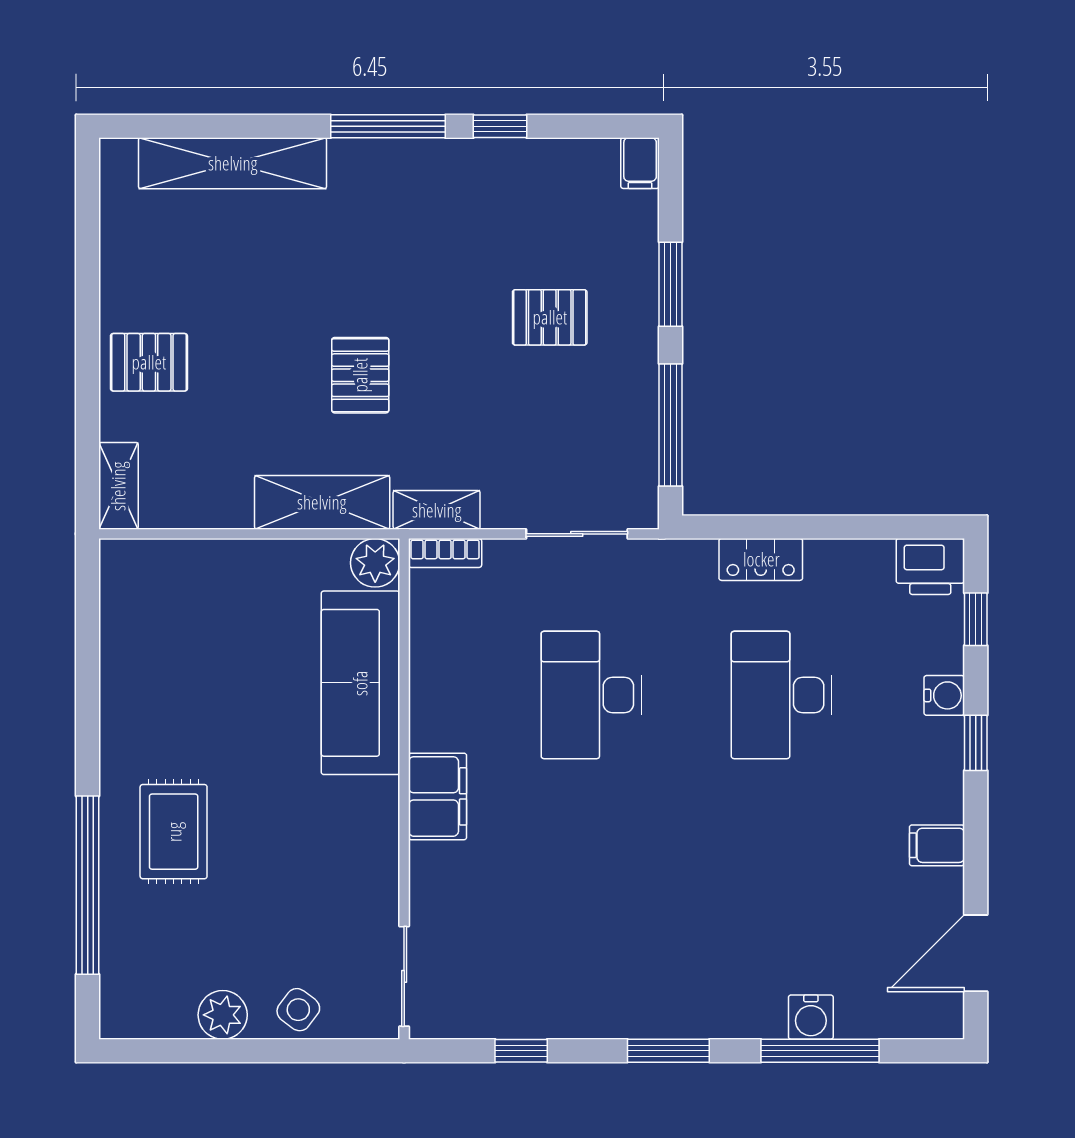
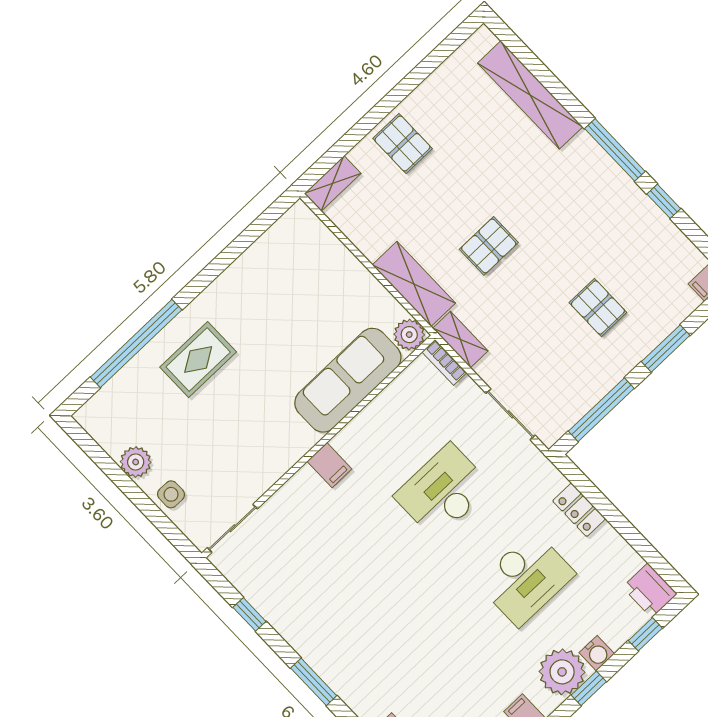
desk: (782, 695) -> (526, 578), turned 180
plant: (928, 756) -> (562, 672), added
filing cabinet: (438, 796) -> (329, 465), width x0.50
side table: (298, 1010) -> (171, 494), turned -37

